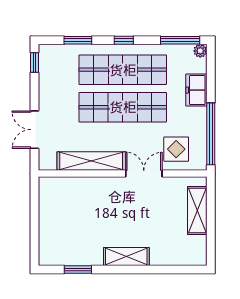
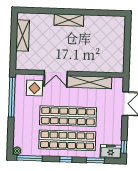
freezer: (196, 90) -> (111, 152), moved, turned -90
shelving: (197, 211) -> (23, 35), moved
window: (78, 269) -> (100, 13), removed

